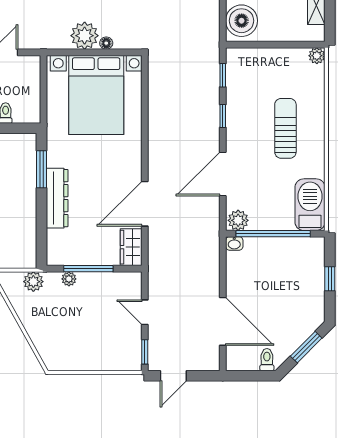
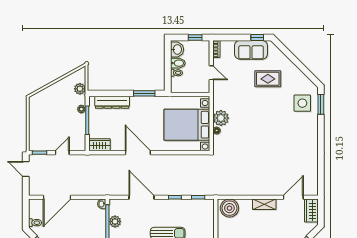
dresser: (57, 198) -> (112, 102), moved
door: (145, 204) -> (138, 153), moved
plant: (238, 220) -> (115, 221), moved

